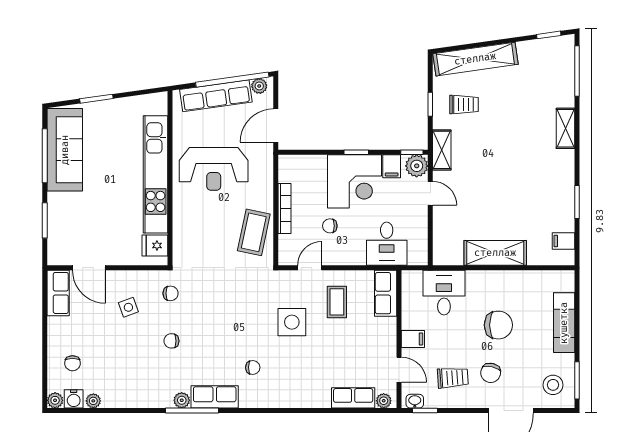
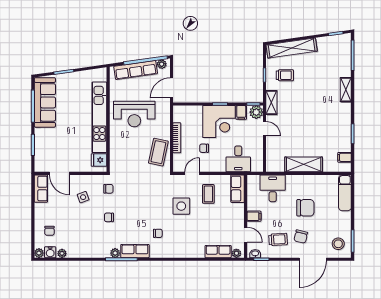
exam couch: (564, 323) -> (345, 193), moved

